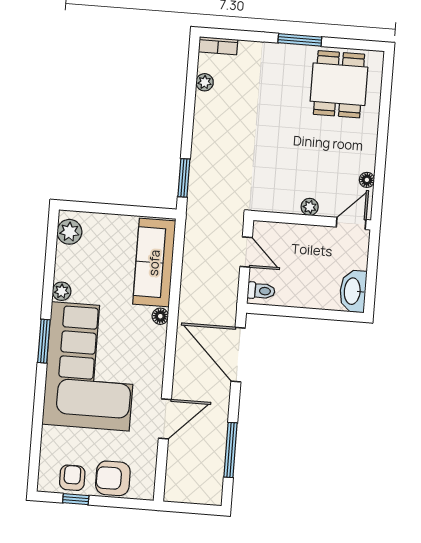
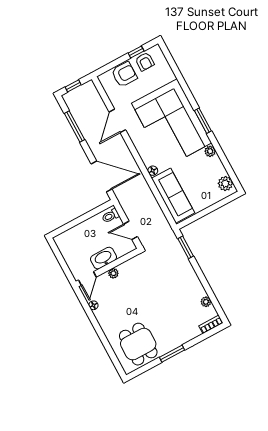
washbasin: (353, 291) -> (104, 258), moved, turned -90
window: (196, 509) -> (73, 86), added

